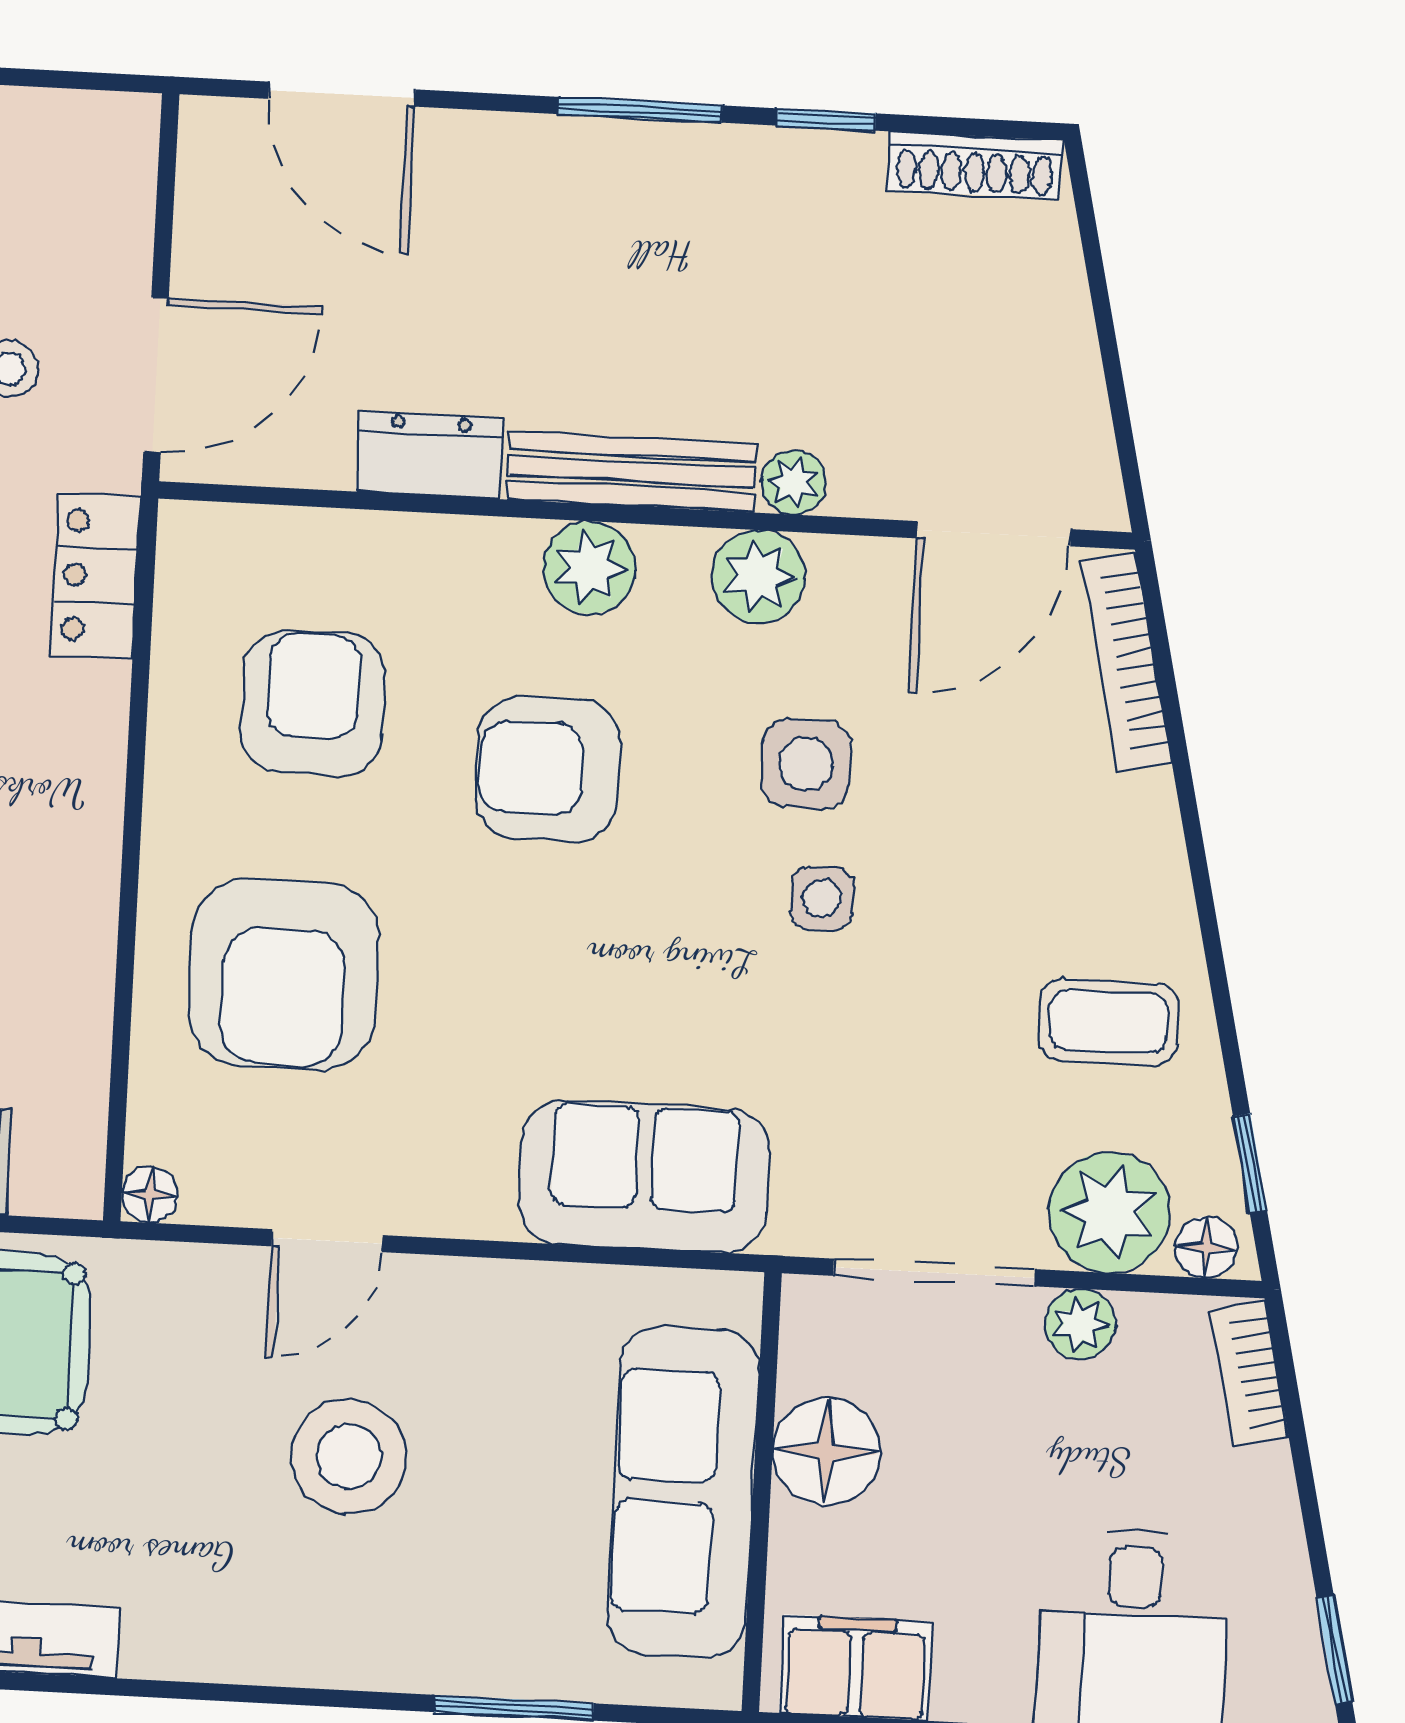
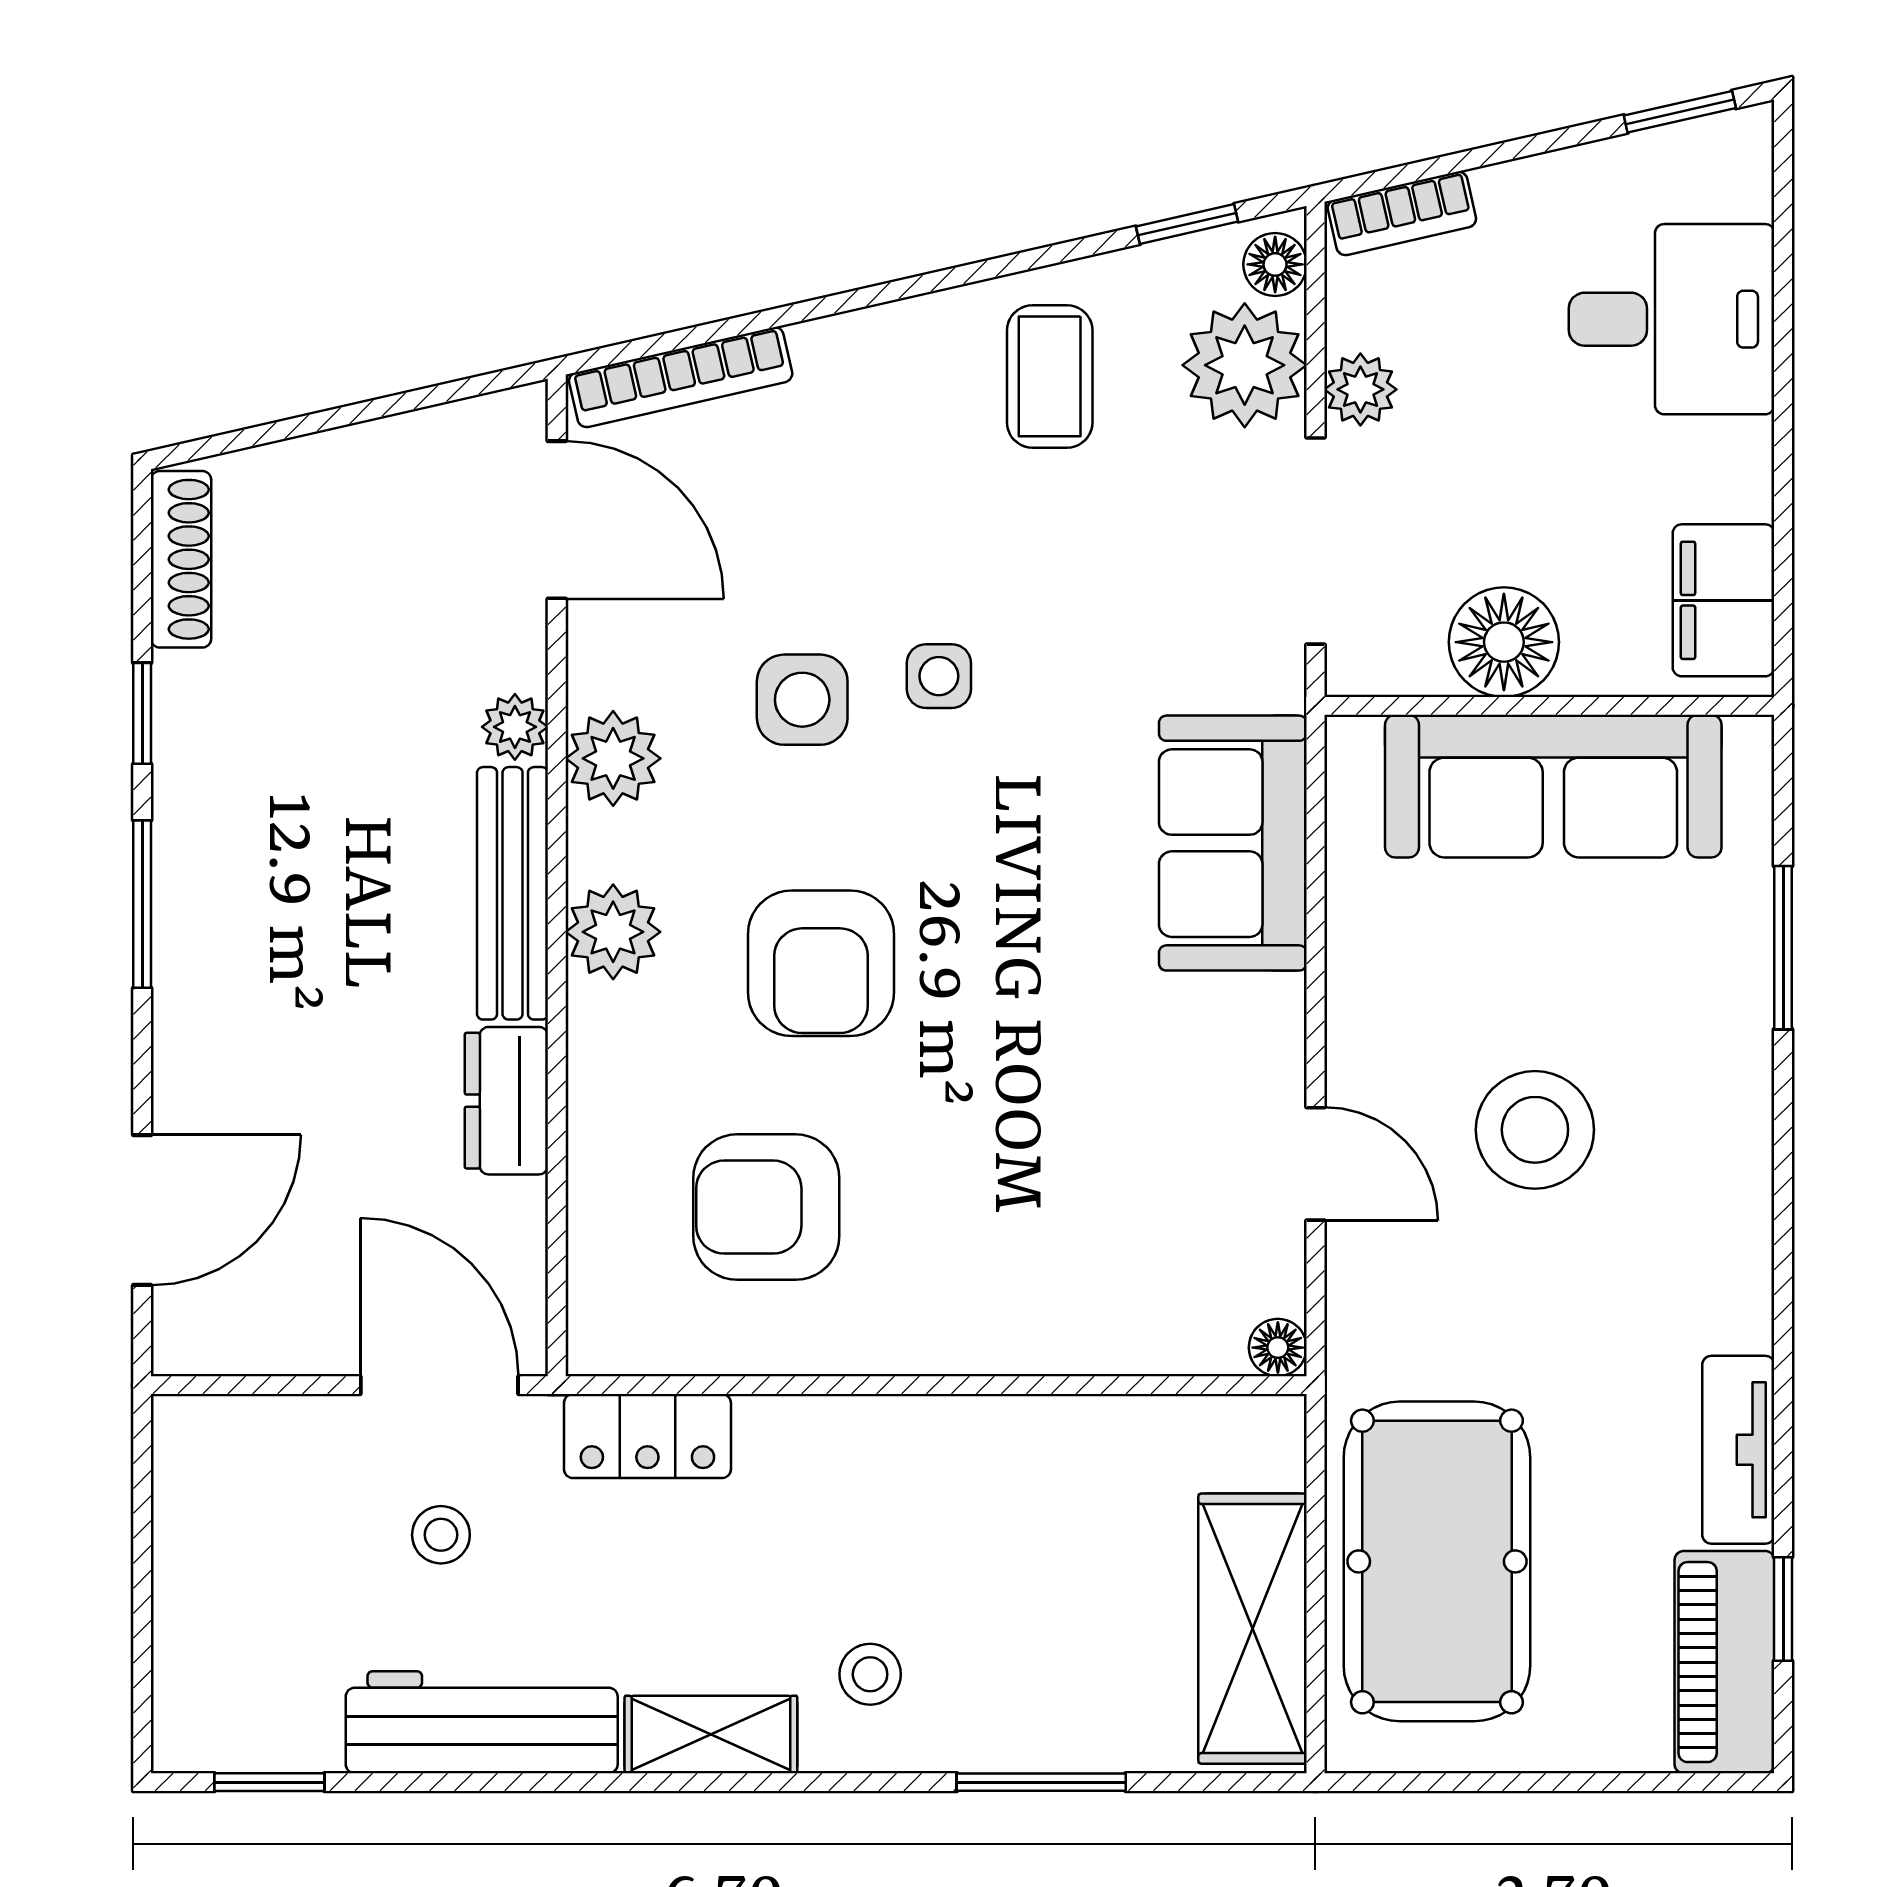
armchair: (284, 974) -> (1045, 1223), removed

